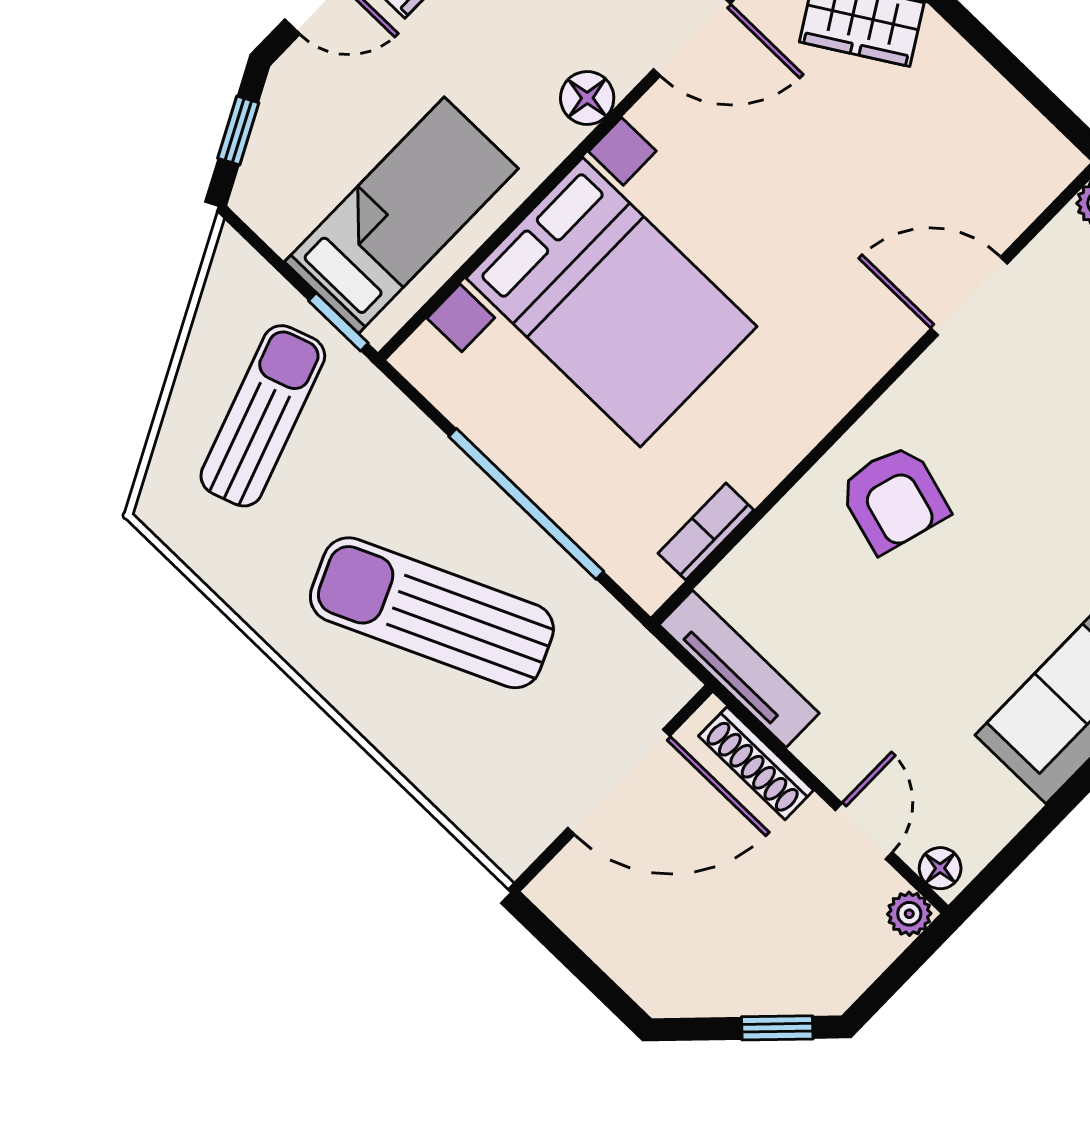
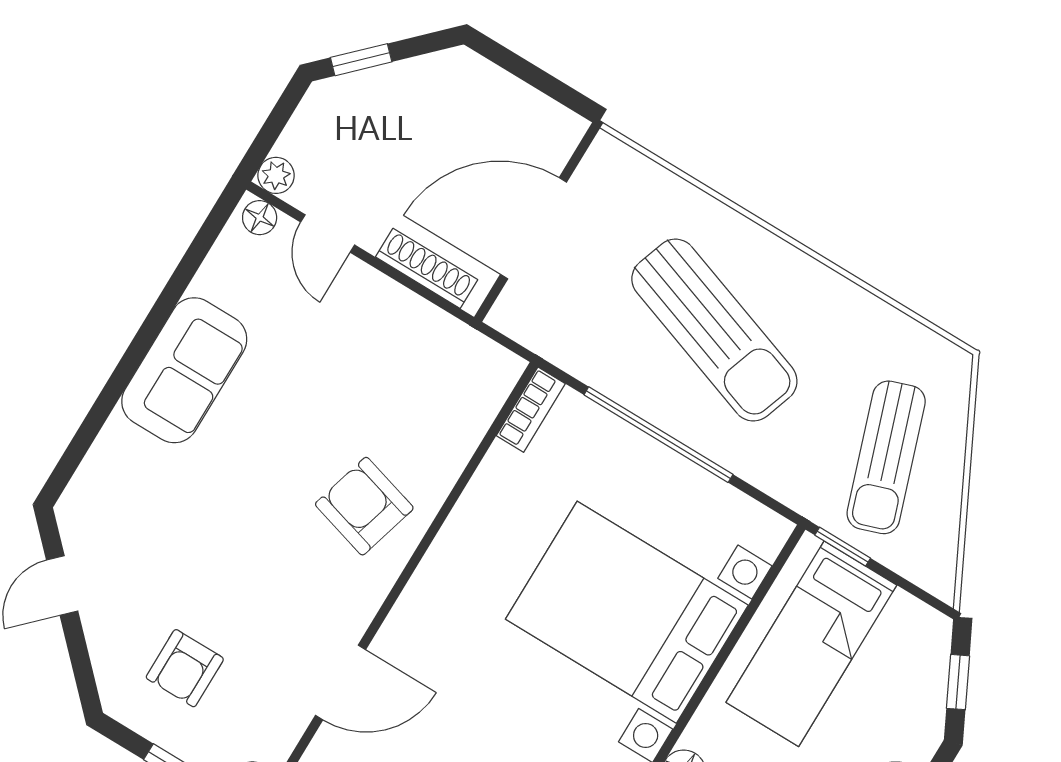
bookcase: (706, 532) -> (531, 410), moved
sun lounger: (432, 613) -> (714, 330), turned 43
tv unit: (739, 669) -> (457, 341), removed

